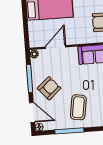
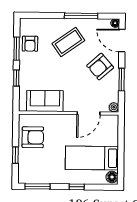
window: (30, 79) -> (122, 80), width x0.69
coffee table: (78, 107) -> (68, 42), turned 46

